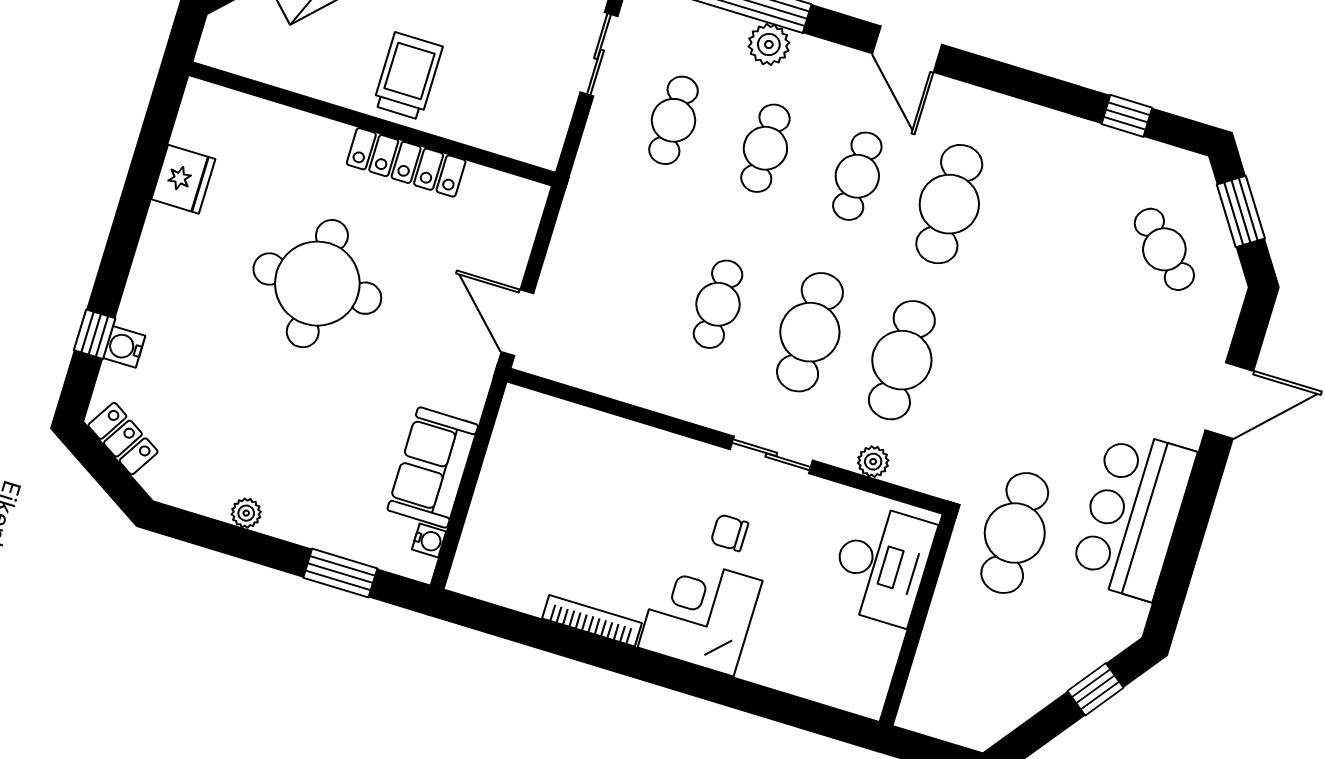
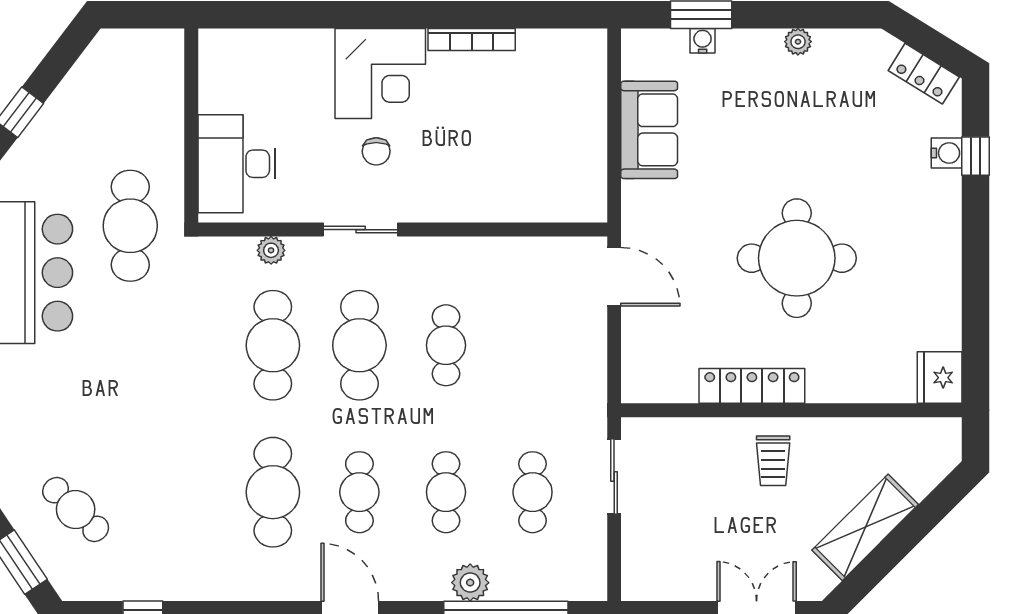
sliding door: (599, 54) -> (614, 477), moved
trolley: (408, 76) -> (773, 461), width x0.73, depth x0.72
fridge: (183, 179) -> (940, 378), moved
chair: (730, 533) -> (376, 151), turned 90
water cooler: (429, 541) -> (703, 41), moved, turned 90

